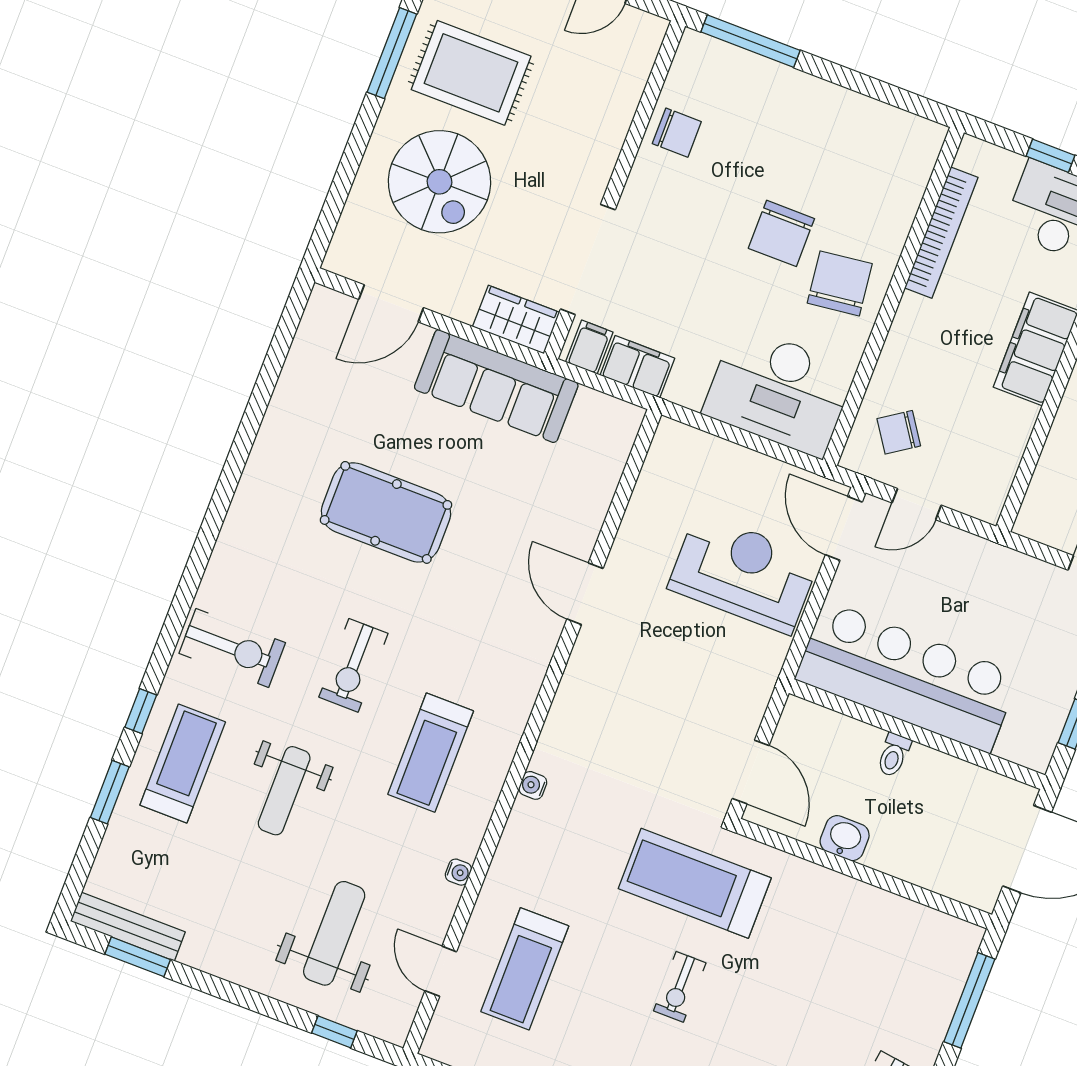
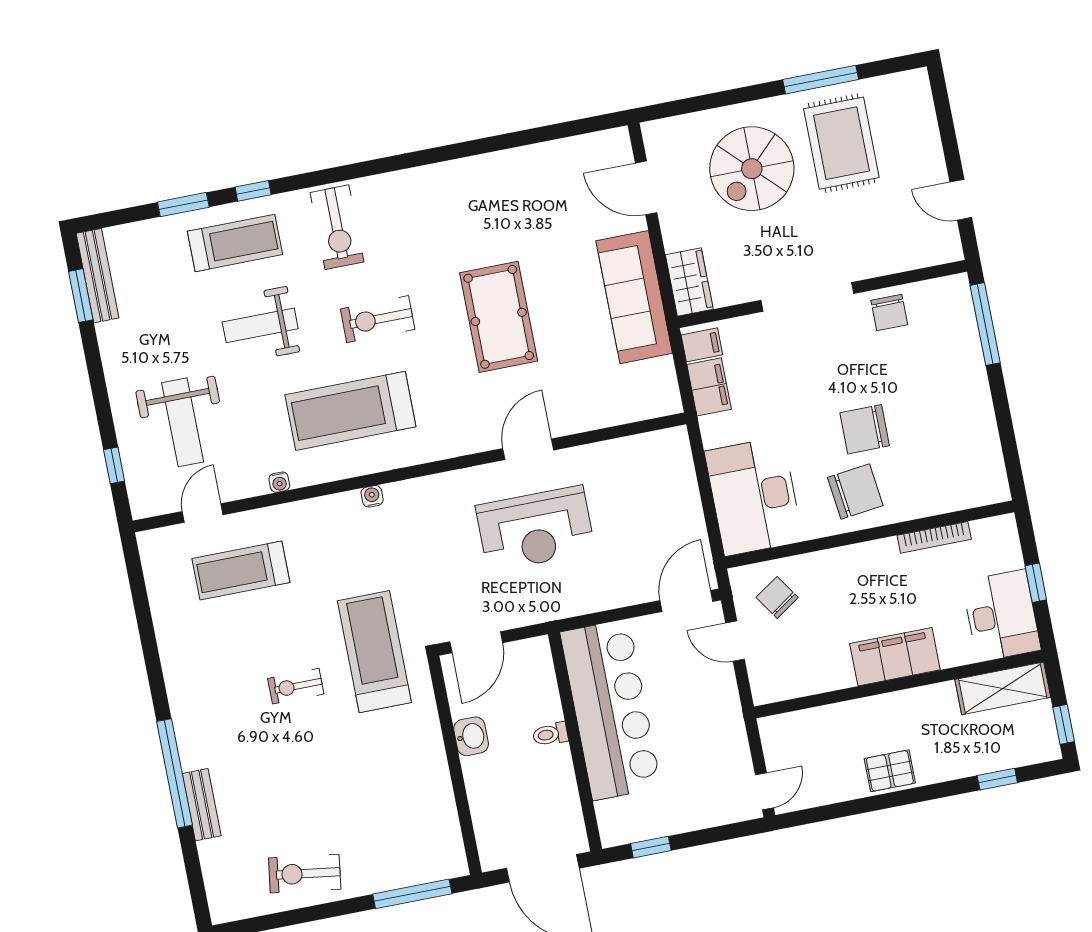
bookcase: (941, 233) -> (934, 537), width x0.68, depth x0.76
doorway: (588, 259) -> (807, 297), moved
pool table: (386, 512) -> (499, 317), moved
reception desk: (744, 573) -> (535, 529), moved, turned 90
treadmill: (431, 753) -> (350, 411), width x1.37, depth x1.38
weight bench: (334, 933) -> (183, 422), turned 90

